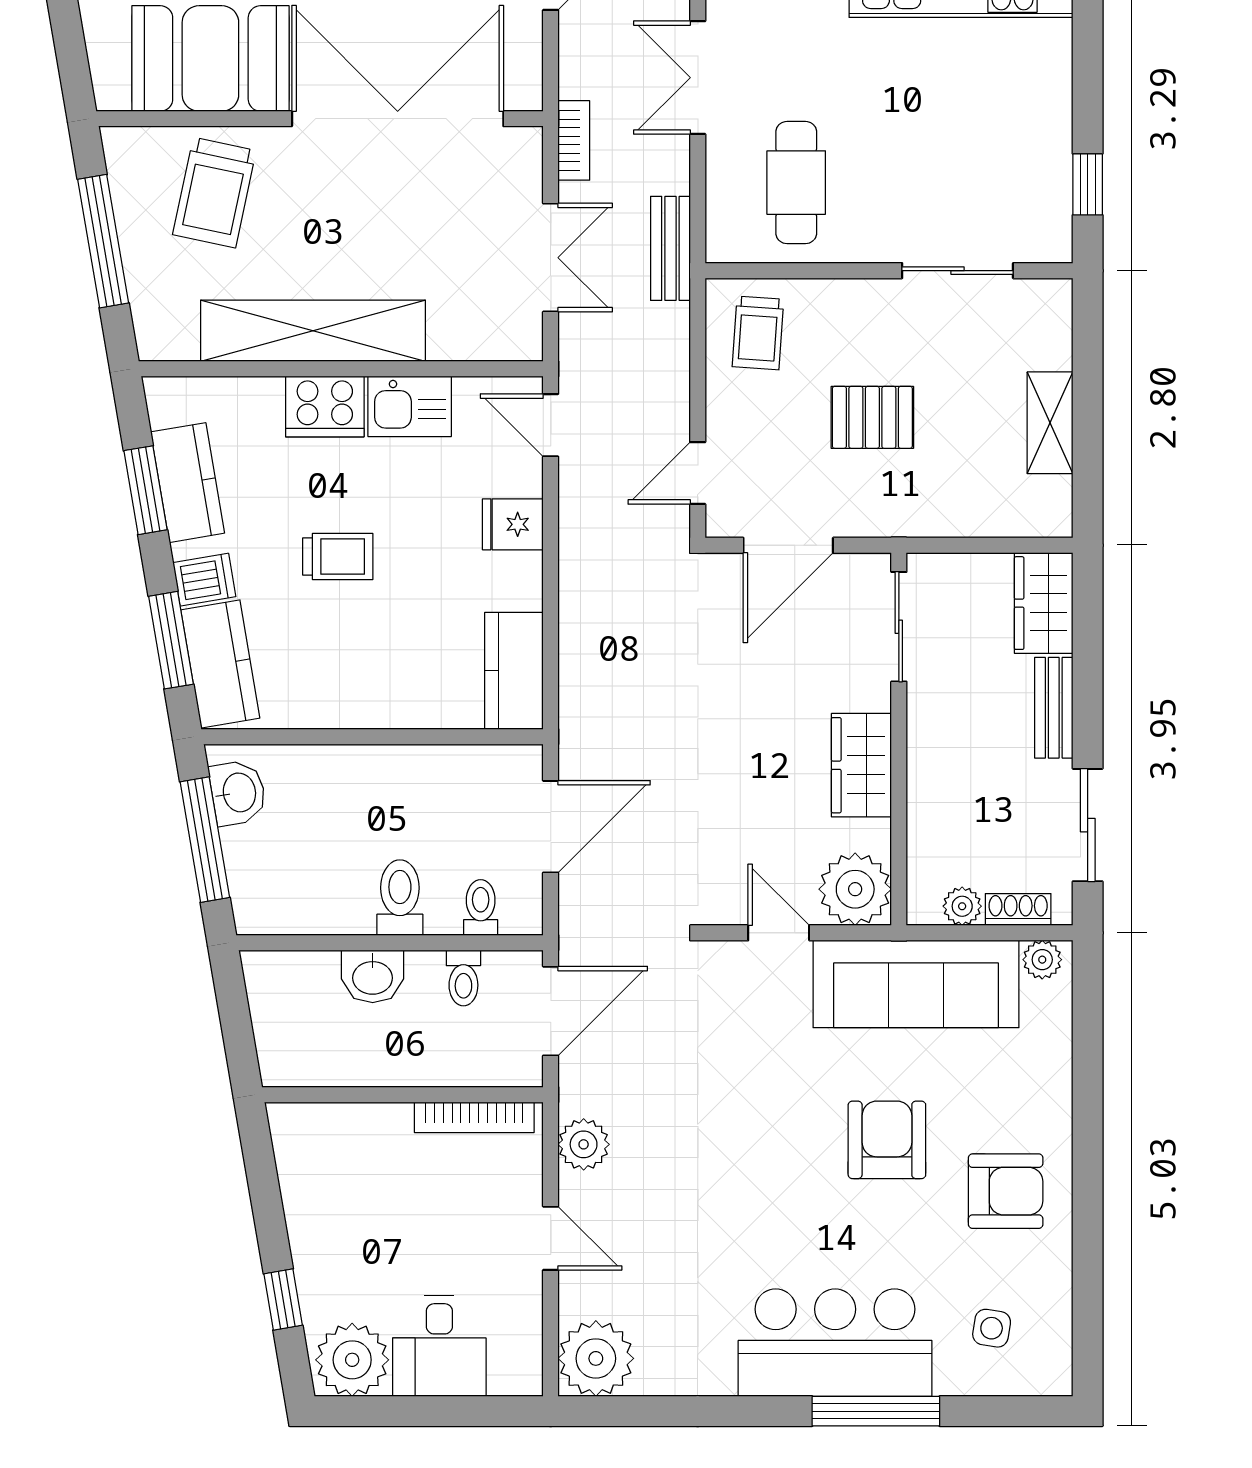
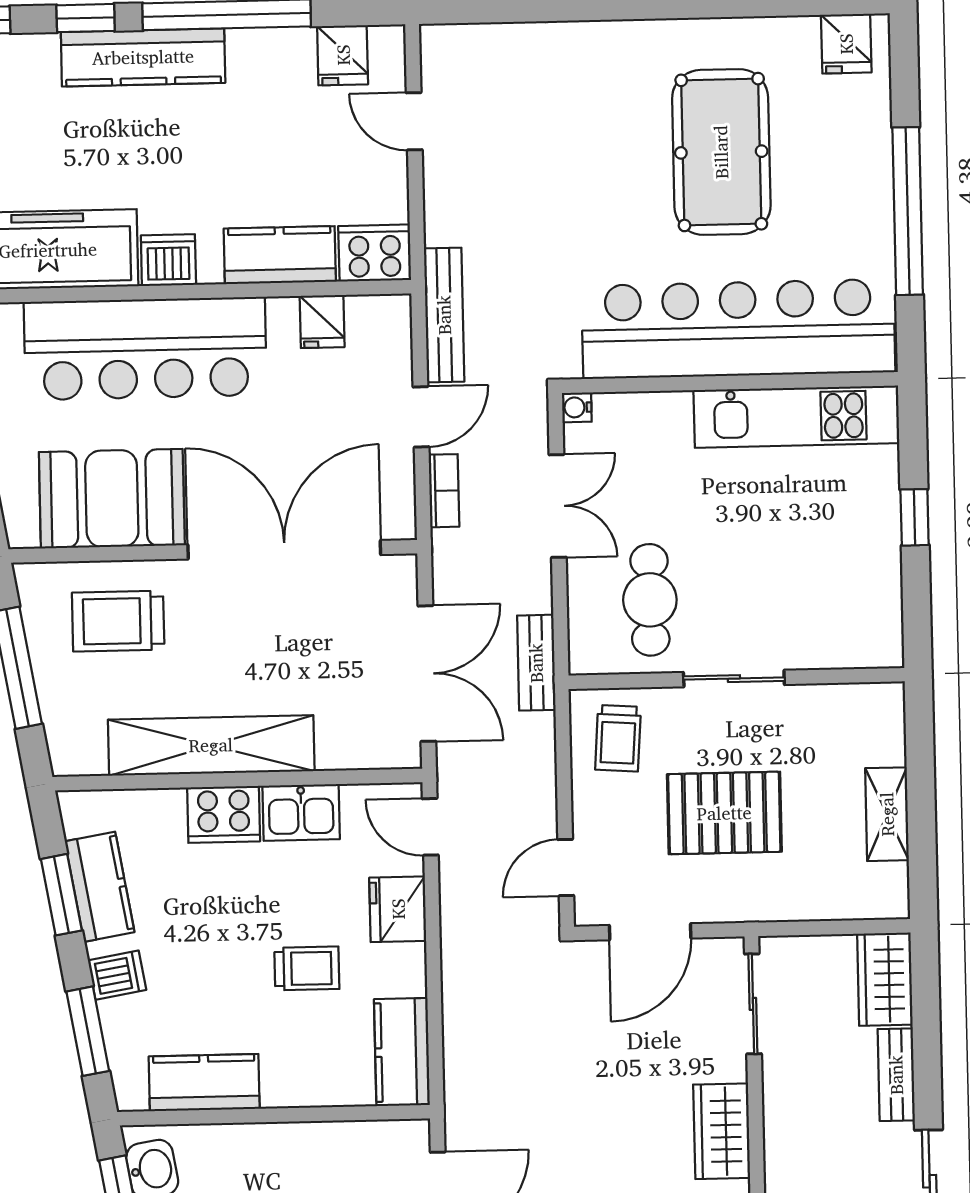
double door: (698, 78) -> (558, 506), swing flipped
bookcase: (574, 140) -> (444, 491), moved
window: (1088, 184) -> (915, 517), moved
trolley: (214, 193) -> (118, 621), turned 78
double door: (551, 258) -> (427, 674), width x1.37
sliding door: (958, 271) -> (734, 679), moved
pallet: (872, 417) -> (724, 813), width x1.50, depth x1.42
fridge: (513, 524) -> (398, 909), width x1.38
trolley: (338, 557) -> (307, 968), moved
kitchen counter: (220, 664) -> (204, 1083), moved, turned -80

